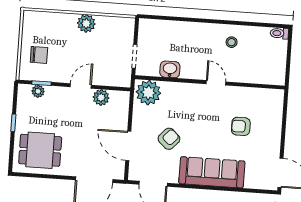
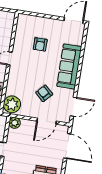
plant: (101, 97) -> (15, 123), moved

